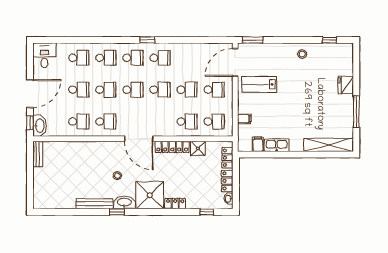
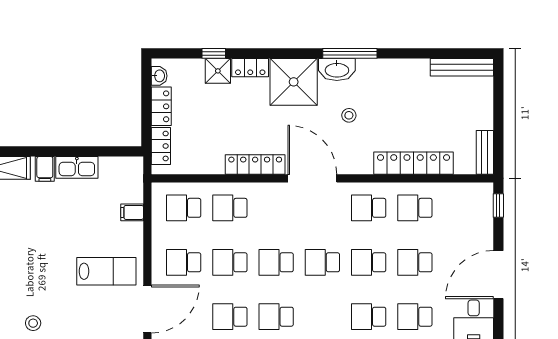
school desk: (133, 58) -> (230, 317), moved
door: (30, 94) -> (498, 275), moved
washbasin: (40, 126) -> (482, 201), removed
filing cabinet: (258, 144) -> (45, 169), moved
locker: (80, 148) -> (414, 163), added
shower: (198, 148) -> (218, 71), moved
bench: (94, 204) -> (462, 67), moved
window: (117, 212) -> (350, 53), width x2.17
window: (207, 212) -> (214, 53), moved

